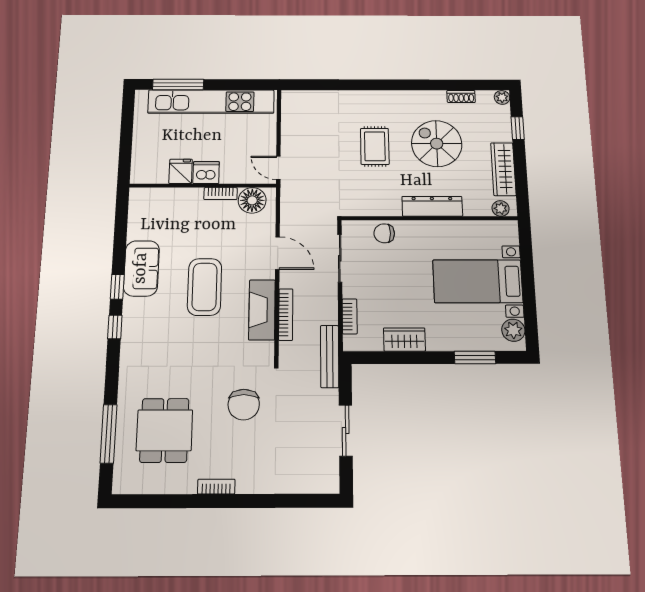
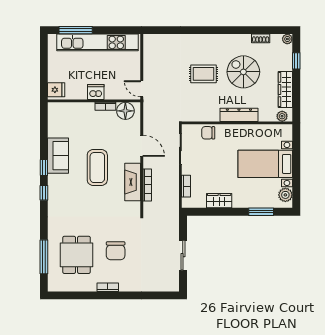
rug: (375, 146) -> (203, 74), turned 90
fridge: (181, 171) -> (56, 90), moved, turned 90
bench: (330, 356) -> (174, 211), removed
chair: (244, 405) -> (116, 251), moved

